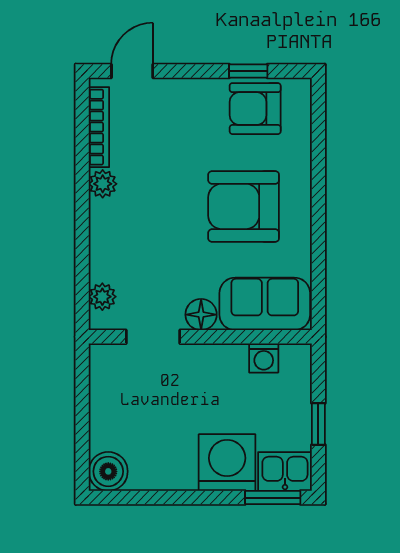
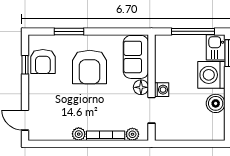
bookcase: (99, 127) -> (106, 136), moved
window: (318, 164) -> (69, 31), added
washing machine: (264, 358) -> (162, 90), moved
window: (318, 424) -> (193, 31), width x2.17
boiler: (108, 471) -> (216, 103), moved

